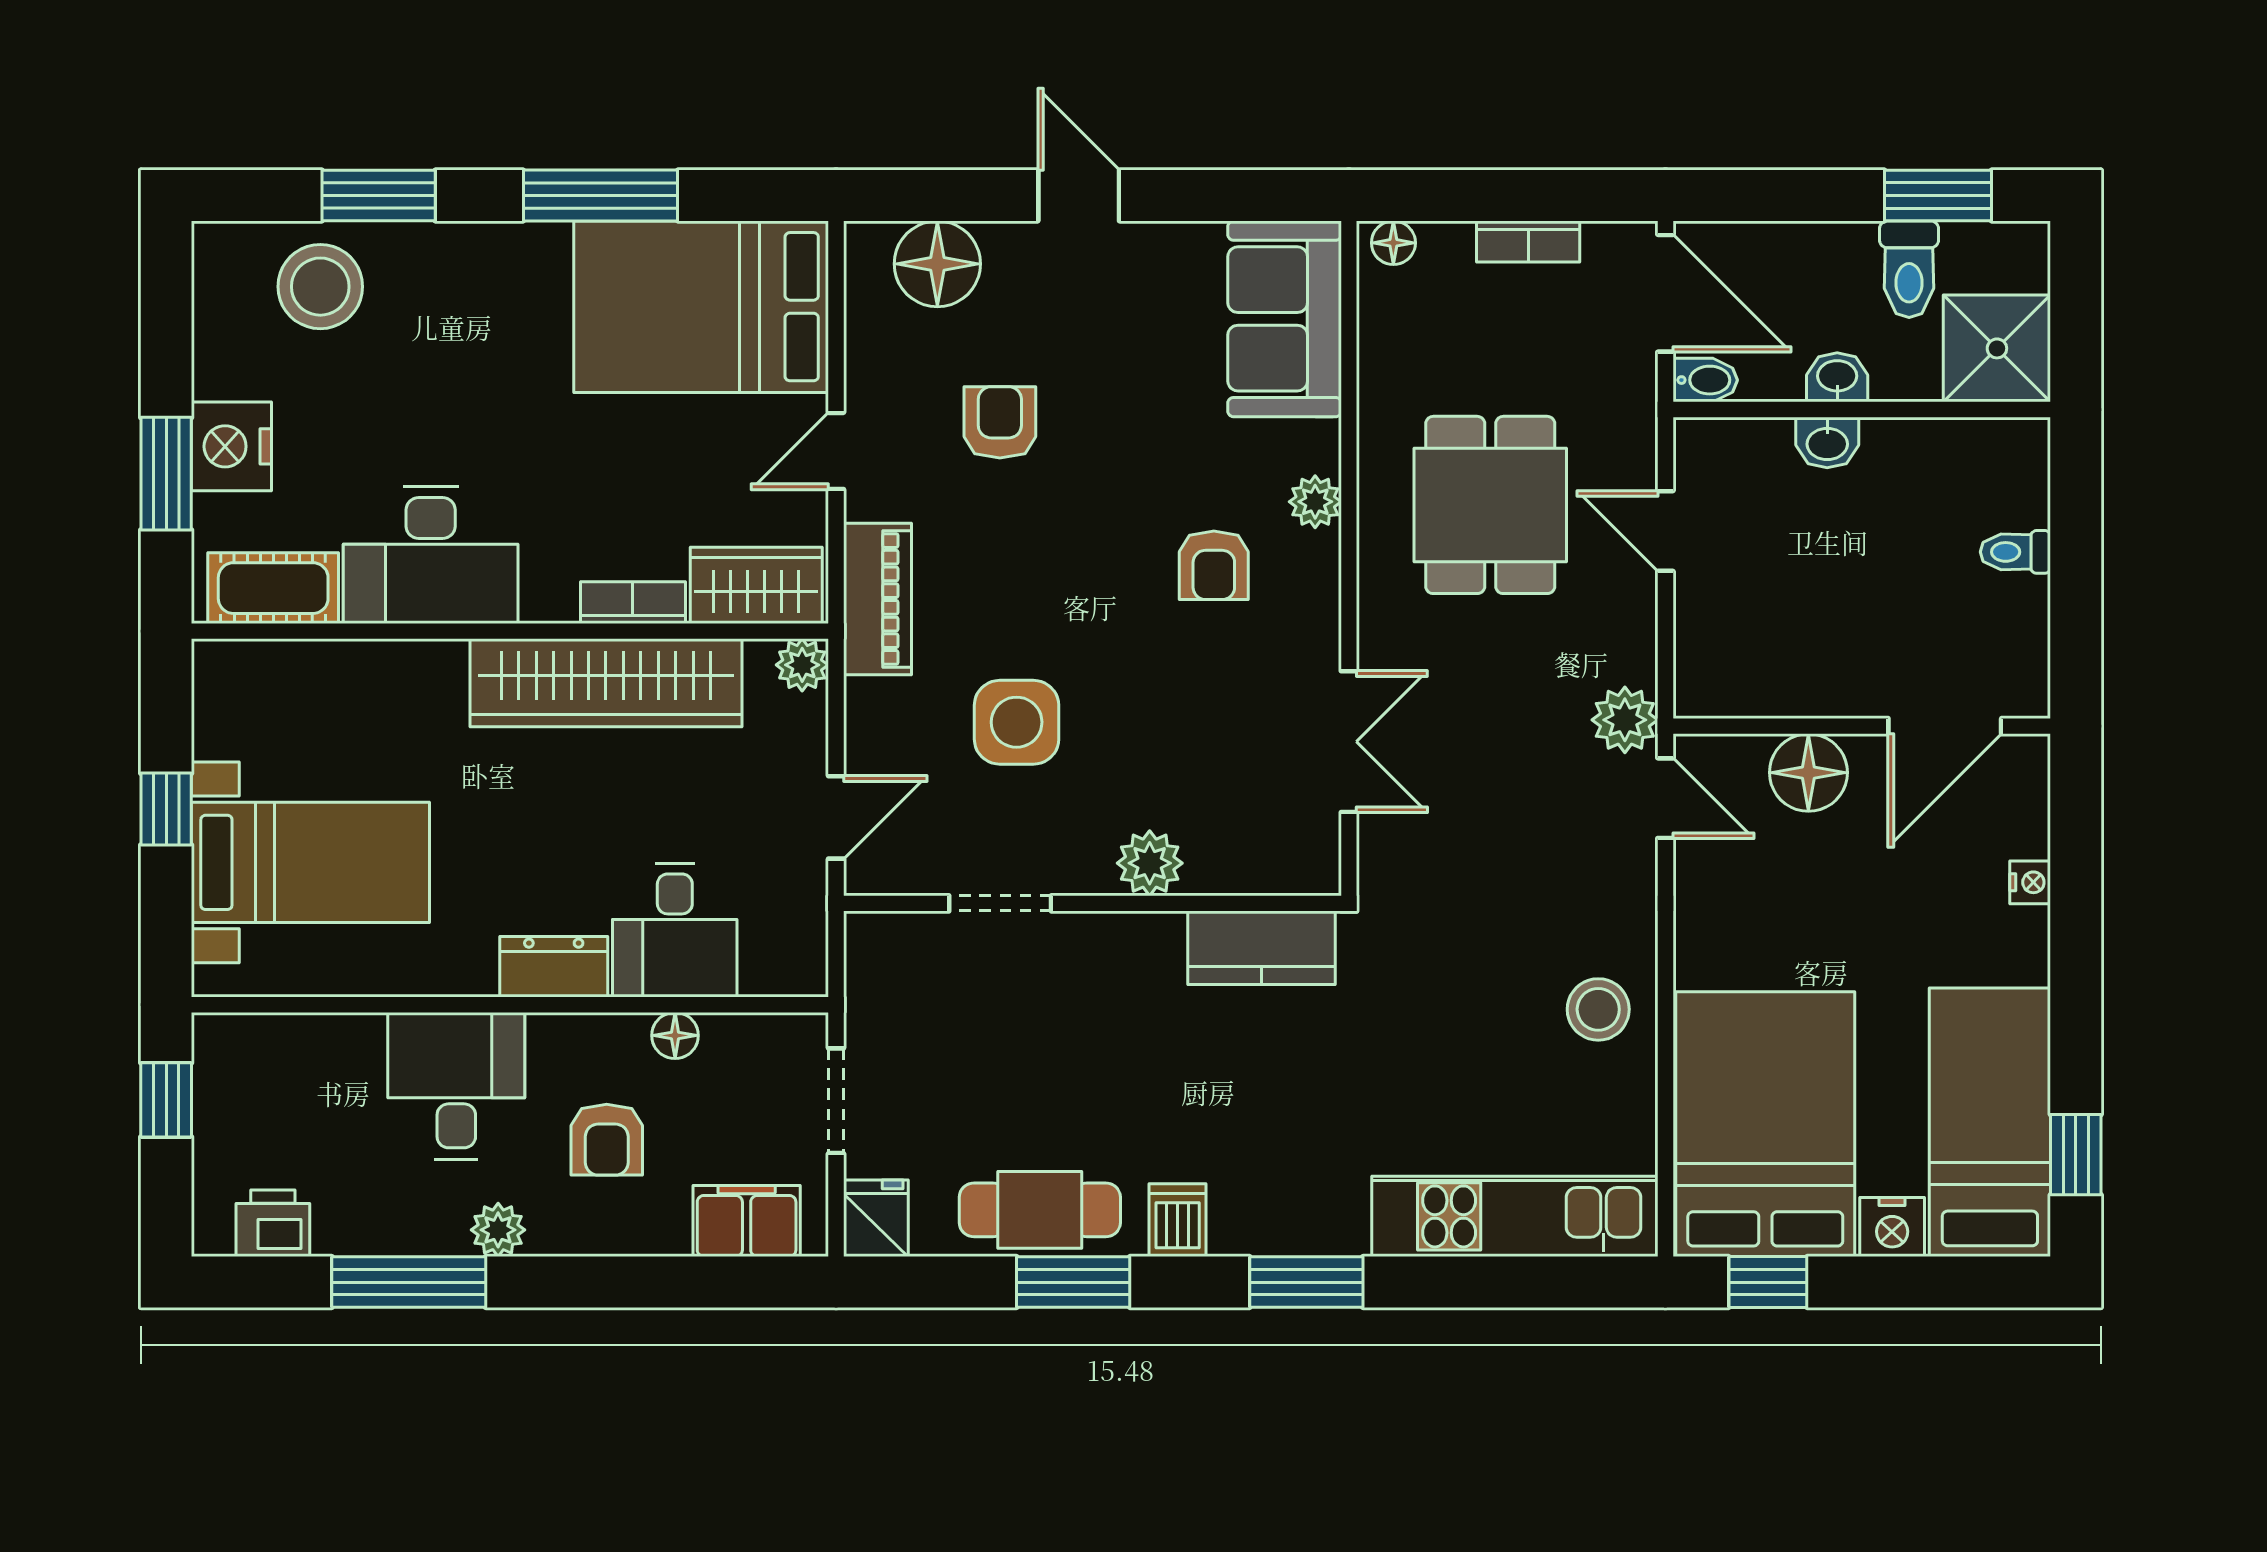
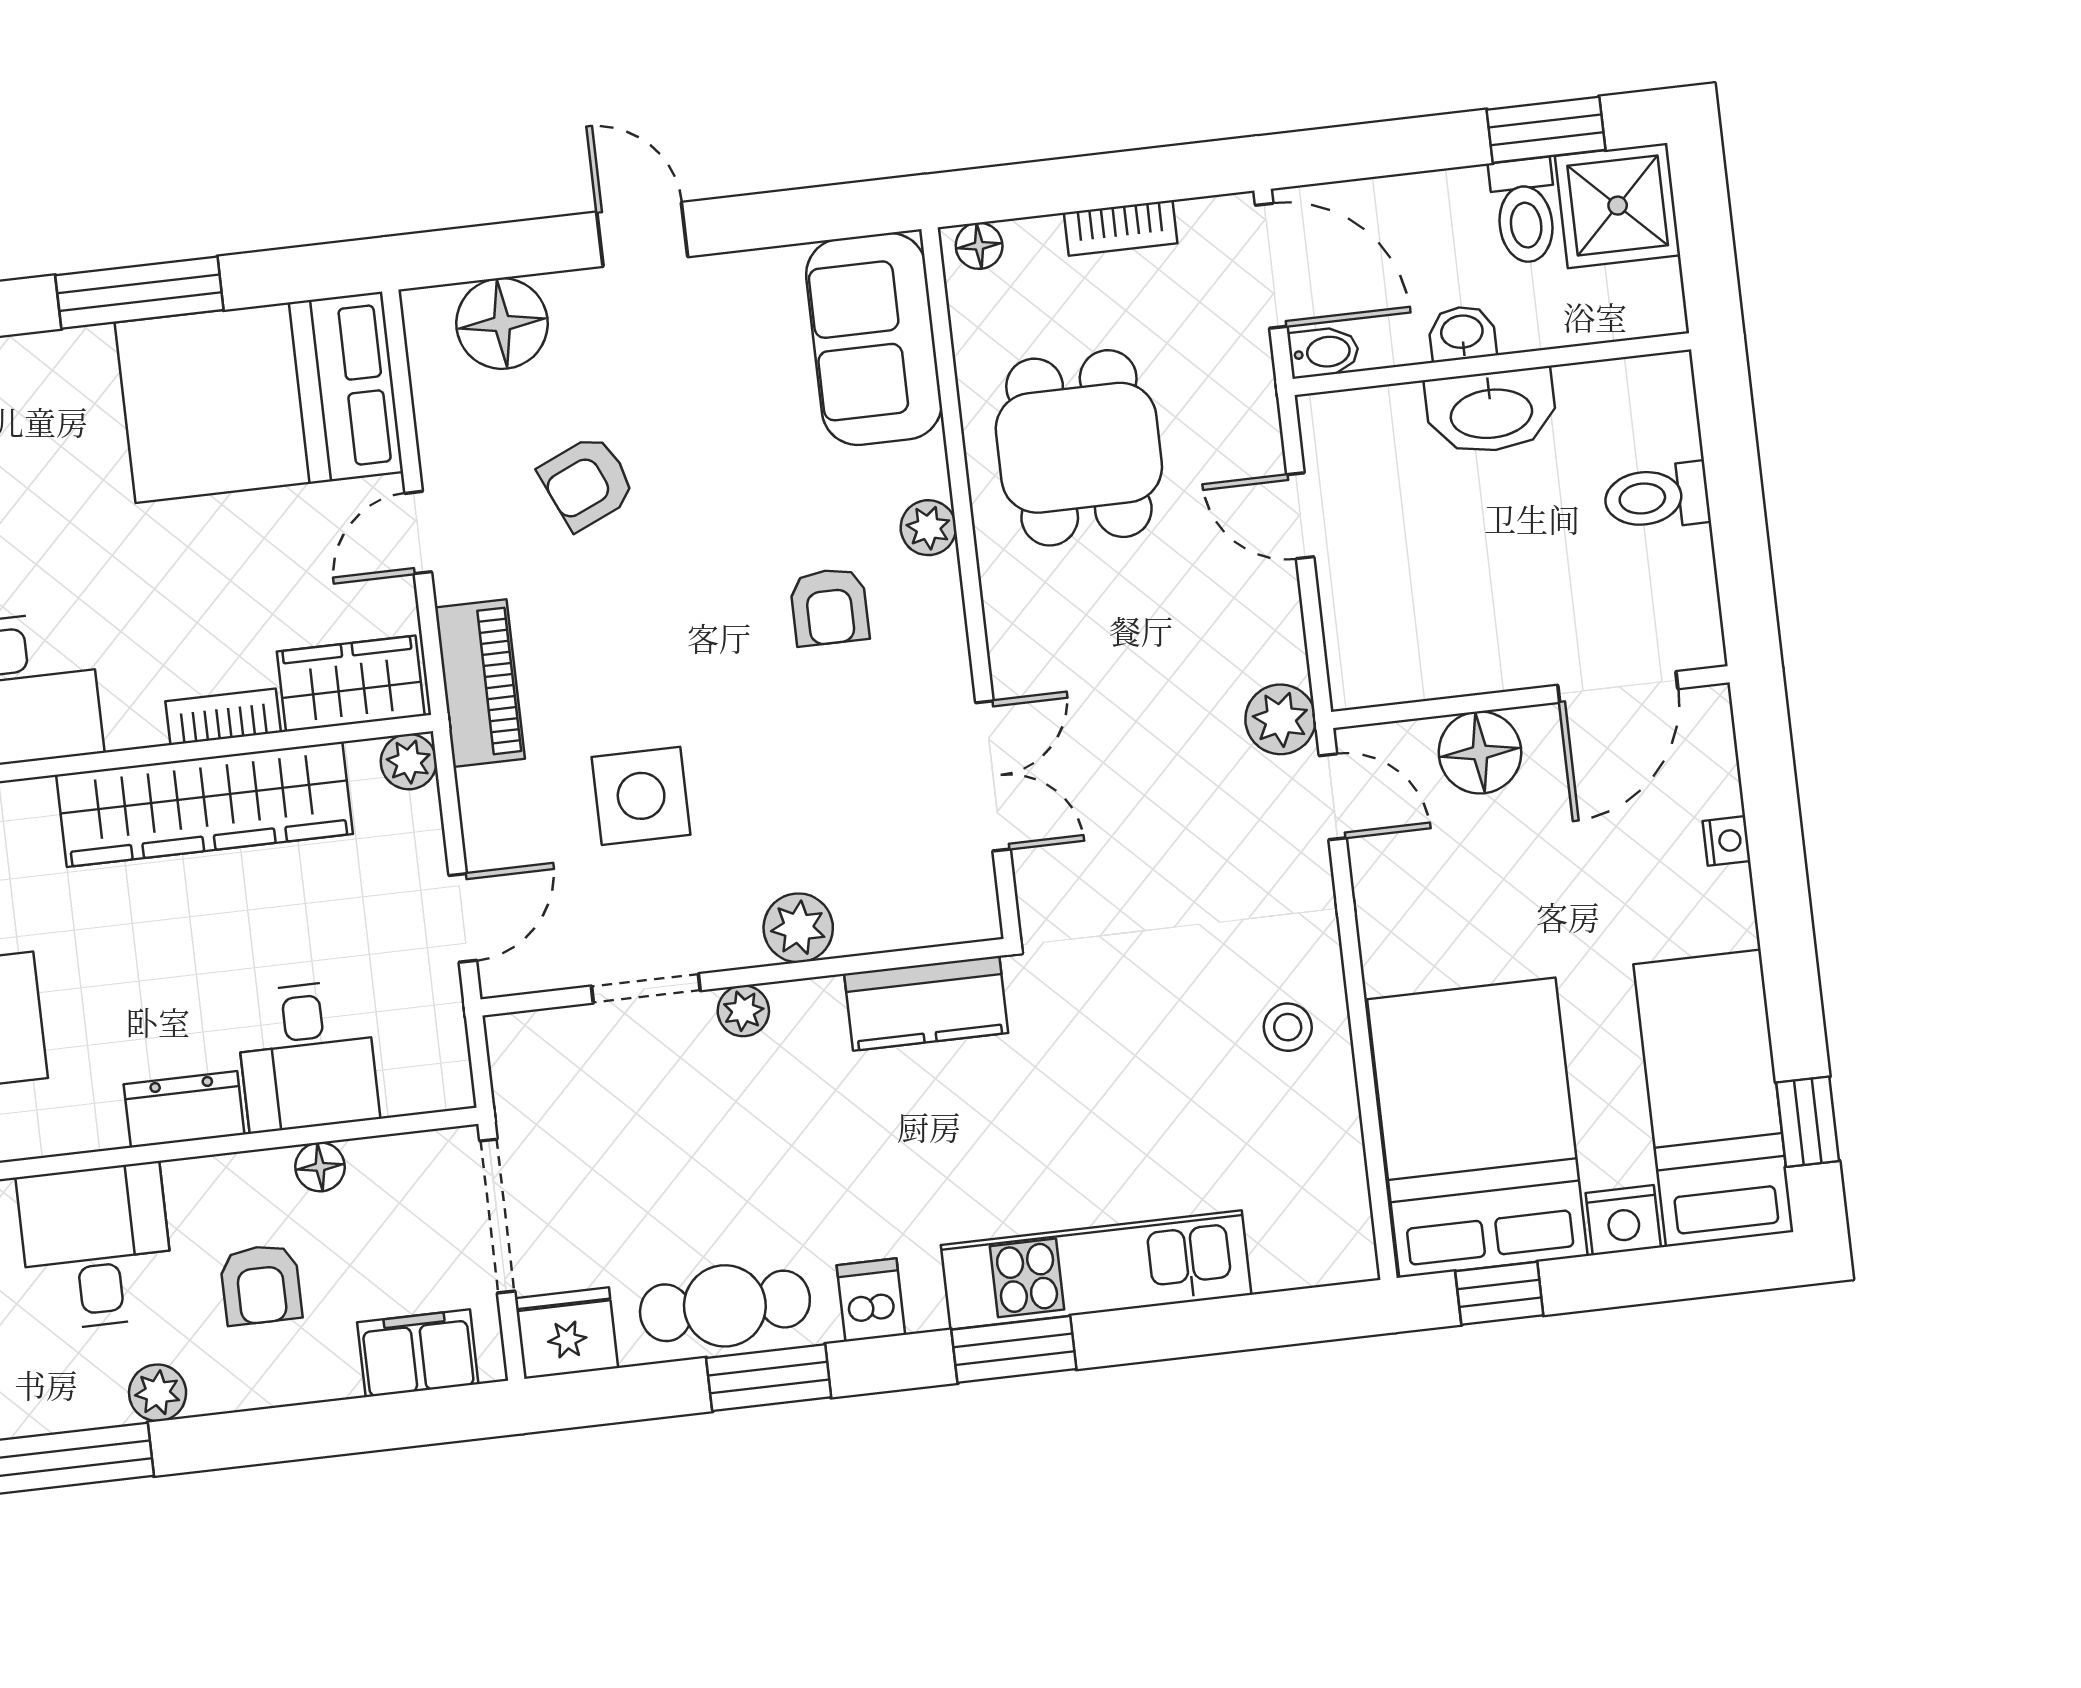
shower: (1997, 348) -> (1618, 206), moved
armchair: (1000, 422) -> (587, 483), turned -114
washbasin: (1827, 442) -> (1491, 411), width x1.91, depth x1.45
dining table: (1490, 505) -> (1079, 448), moved
toilet: (2015, 552) -> (1657, 497), width x1.37, depth x1.39
plant: (1089, 935) -> (743, 1011), added
stool: (1598, 1009) -> (1288, 1027), width x0.73, depth x0.73
doorway: (836, 1101) -> (497, 1216), width x1.38
kitchen unit: (1515, 1216) -> (1096, 1270), moved
fridge: (876, 1218) -> (567, 1333), width x1.38

